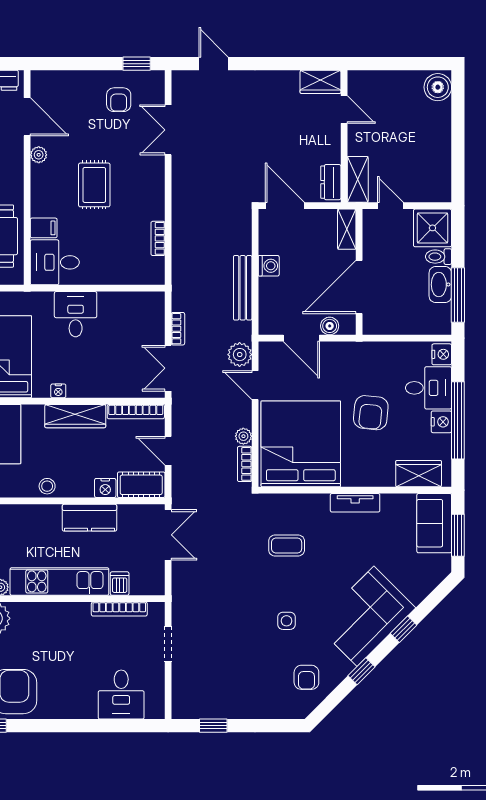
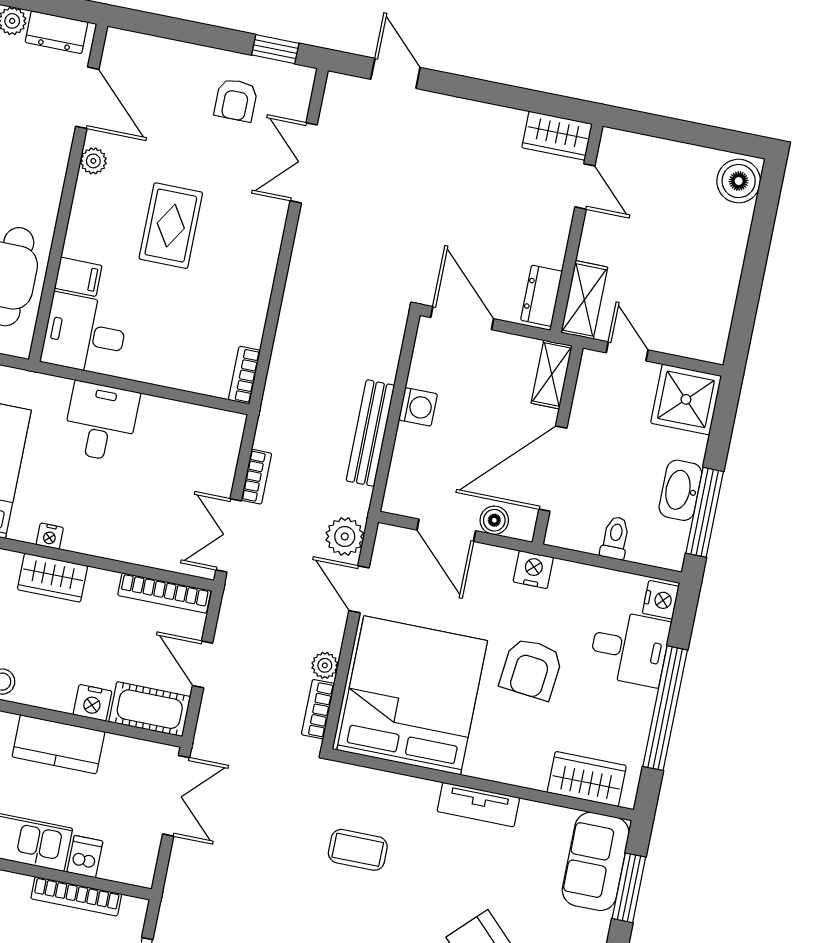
bookcase: (158, 238) -> (244, 375), moved
toilet: (438, 257) -> (615, 538), moved, turned 90
wardrobe: (75, 416) -> (52, 578), width x0.67
nightstand: (441, 422) -> (533, 570), moved, turned -90

